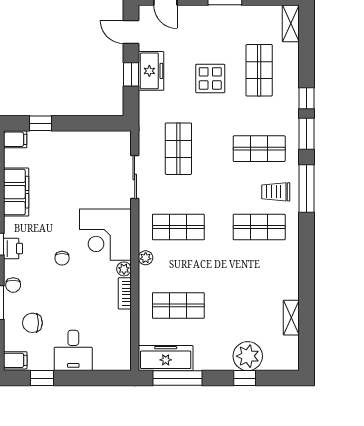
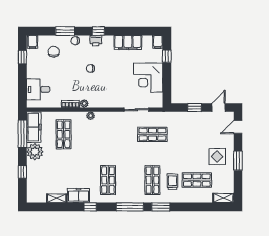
freezer: (151, 71) -> (78, 196), moved, turned 180
display table: (210, 78) -> (217, 157), moved
window: (306, 98) -> (90, 207), moved
trolley: (276, 192) -> (172, 182), moved
shop shelf: (178, 227) -> (108, 134), removed
corner desk: (105, 235) -> (148, 78), moved, turned -90
desk: (73, 350) -> (38, 89), moved
plant: (248, 356) -> (35, 152), moved

